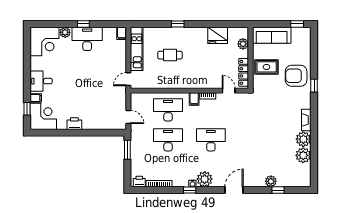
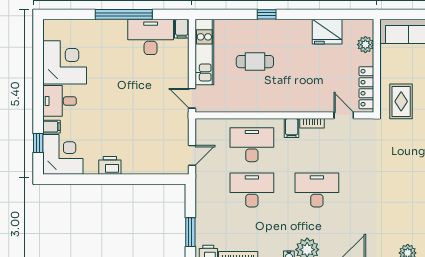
window: (83, 24) -> (124, 14), width x3.17
plant: (65, 32) -> (96, 27), removed
desk: (87, 39) -> (151, 37), moved
corner desk: (44, 41) -> (65, 62), moved, turned -90
rug: (267, 67) -> (401, 101), moved, turned 90
door: (128, 79) -> (192, 98), hinge flipped
door: (128, 117) -> (192, 155), hinge flipped
window: (127, 150) -> (190, 232), moved

